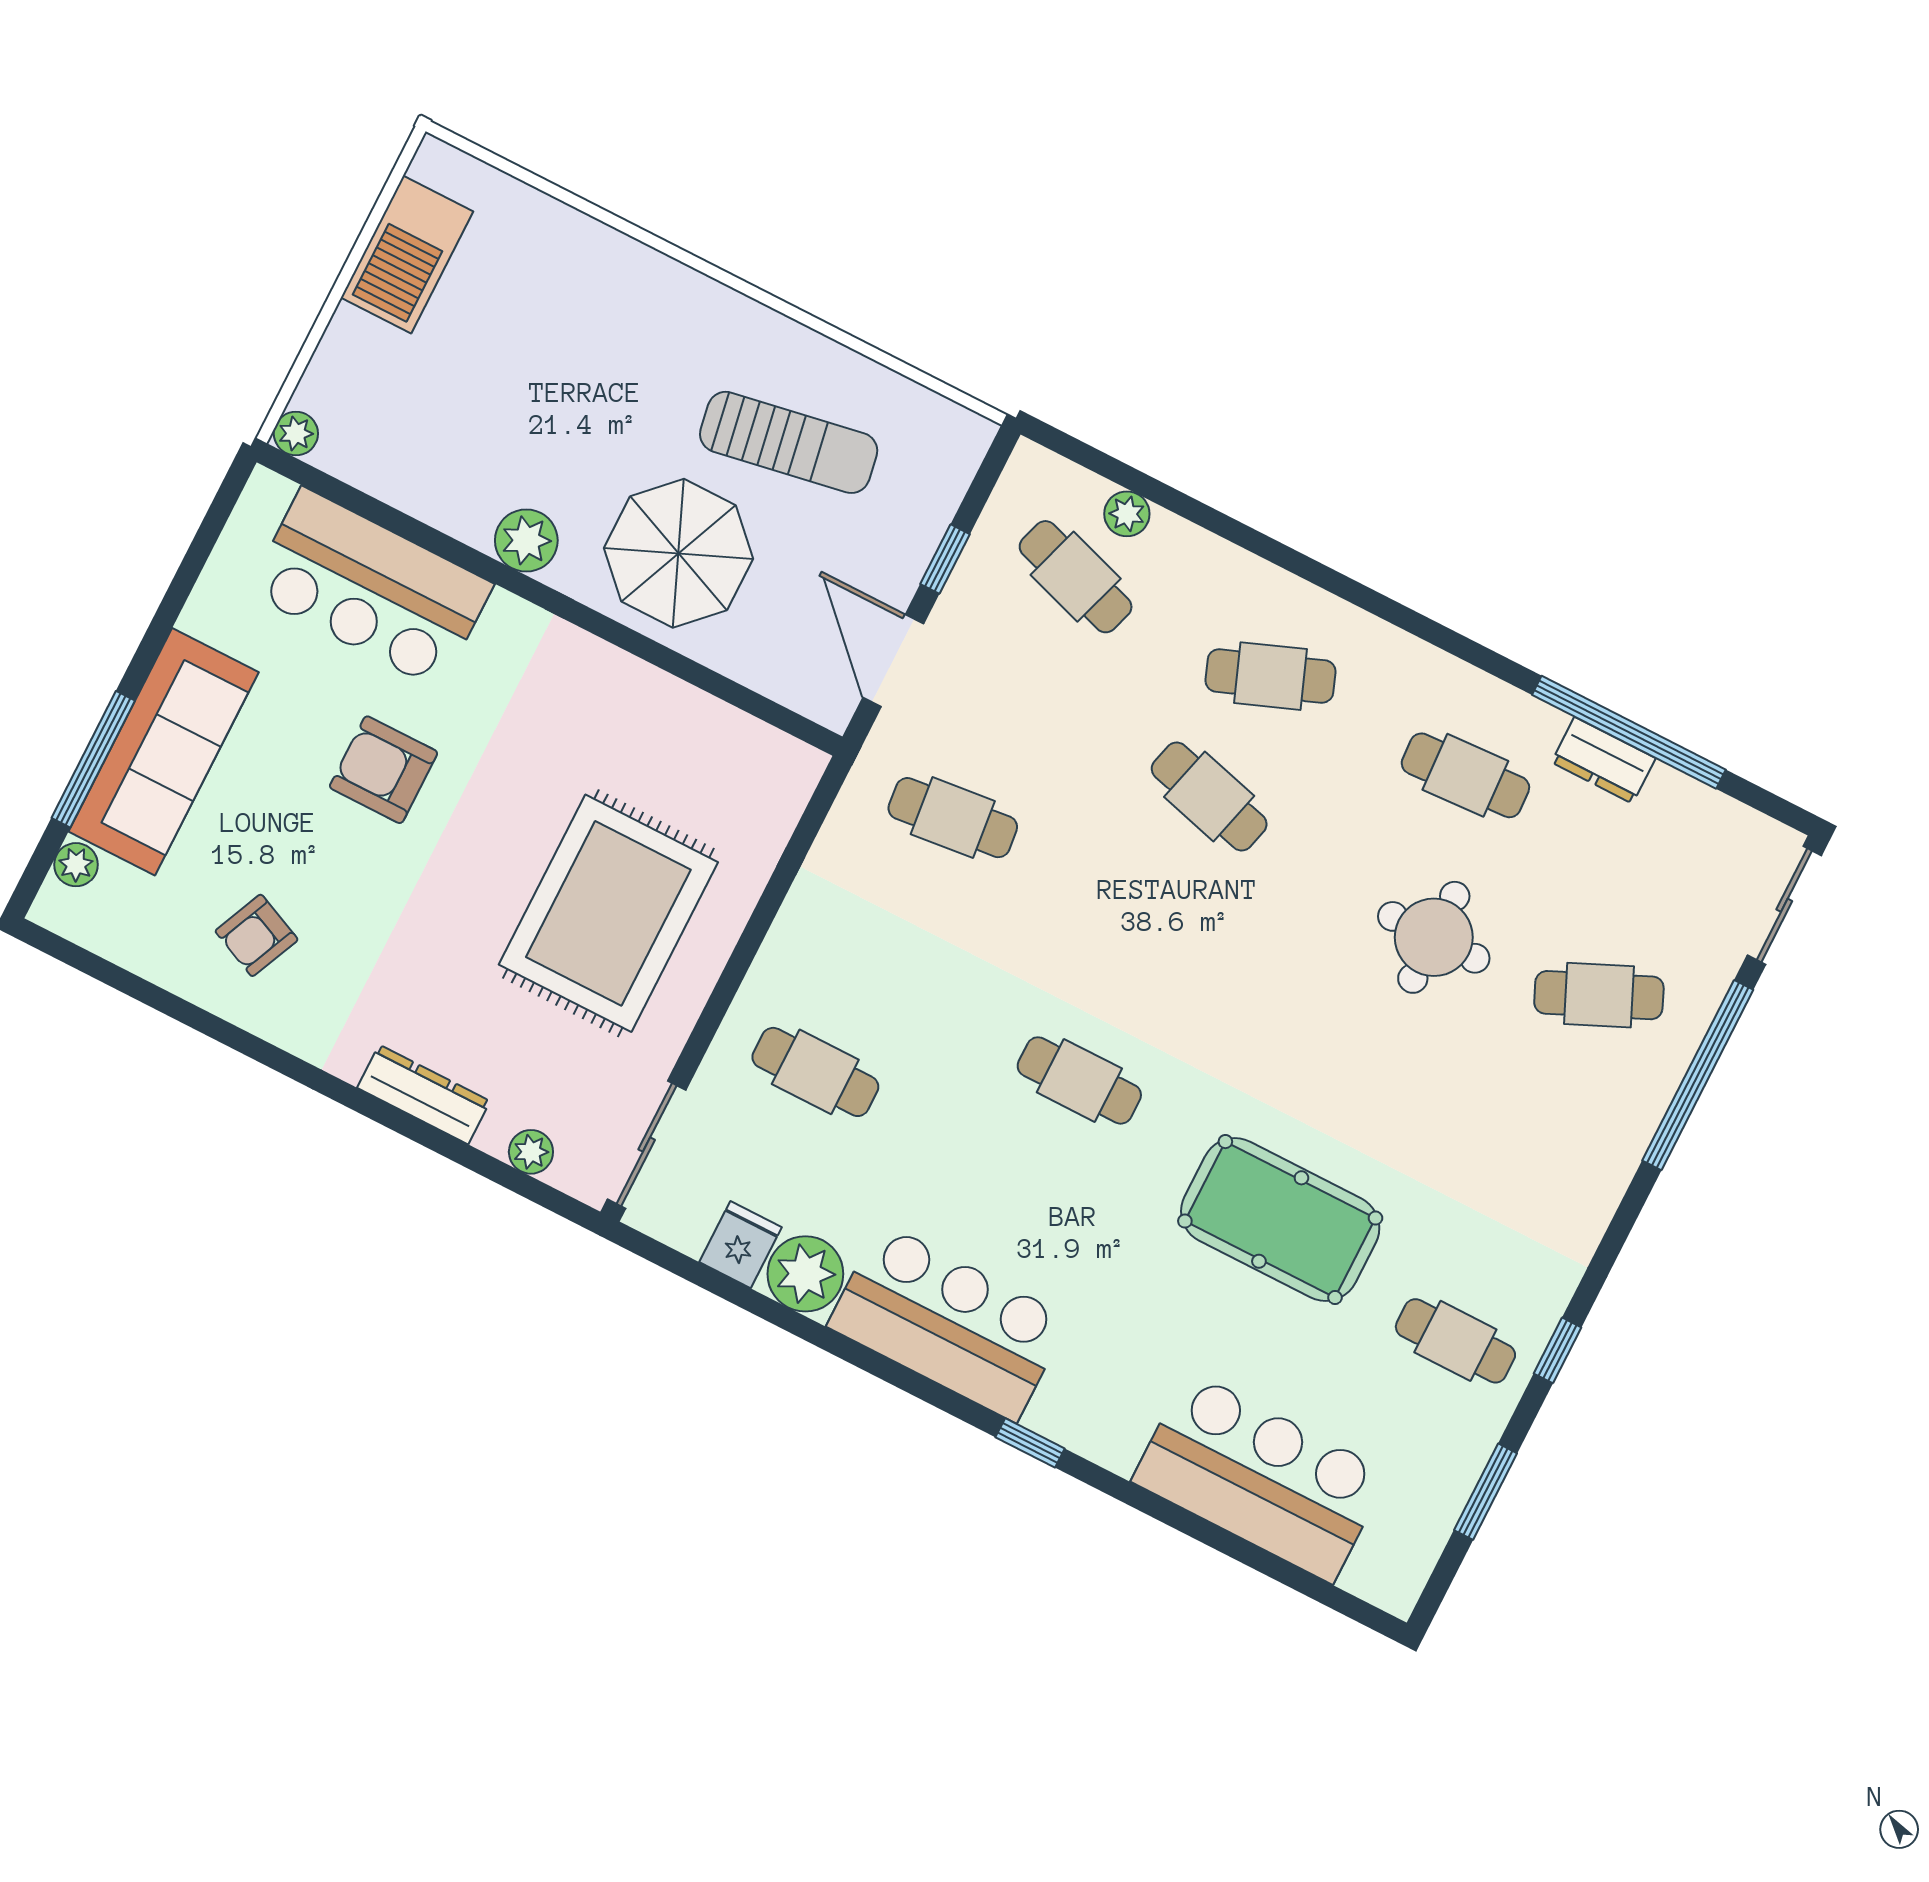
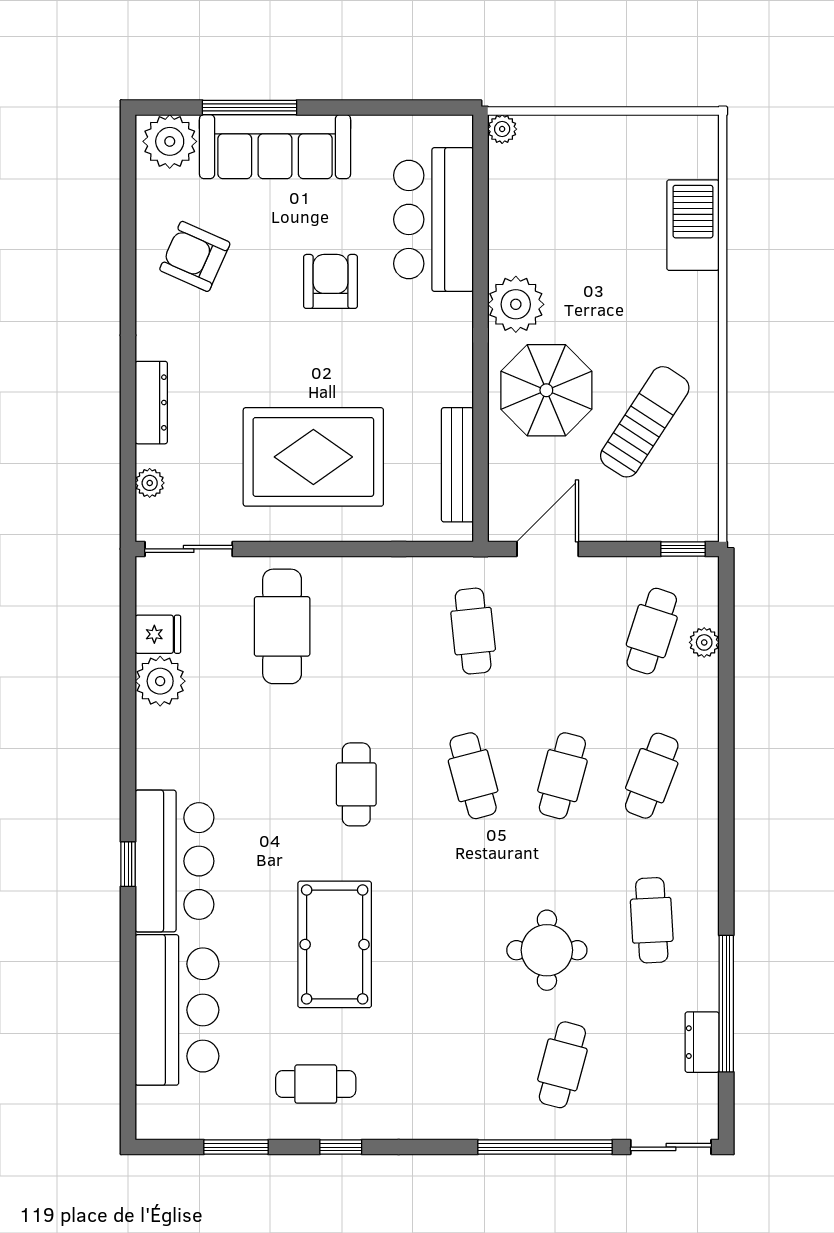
barbecue: (407, 254) -> (693, 225), moved, turned 90
sun lounger: (789, 442) -> (645, 422), turned -137
plant: (526, 540) -> (516, 304), width x1.36, depth x1.36
window: (945, 559) -> (683, 549), moved
cafe table: (1270, 676) -> (652, 776), turned 42
bench: (718, 724) -> (457, 465), added
dresser: (1603, 760) -> (702, 1042), moved
plant: (76, 865) -> (170, 141), width x1.88, depth x1.88
cafe table: (1148, 917) -> (473, 776), added
armchair: (257, 935) -> (195, 256), width x1.38, depth x1.38
cafe table: (1599, 995) -> (562, 1065), turned 39
cafe table: (815, 1072) -> (282, 626), width x1.37, depth x1.35
bar counter: (948, 1322) -> (175, 861), moved
cafe table: (1455, 1341) -> (316, 1084), turned 90

